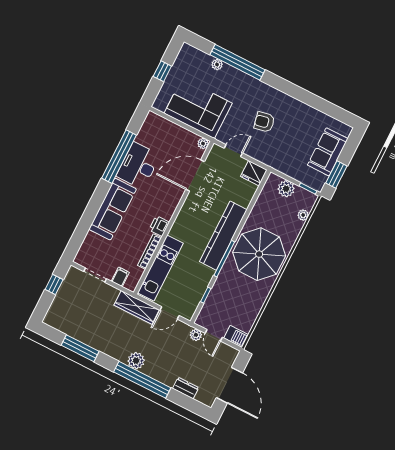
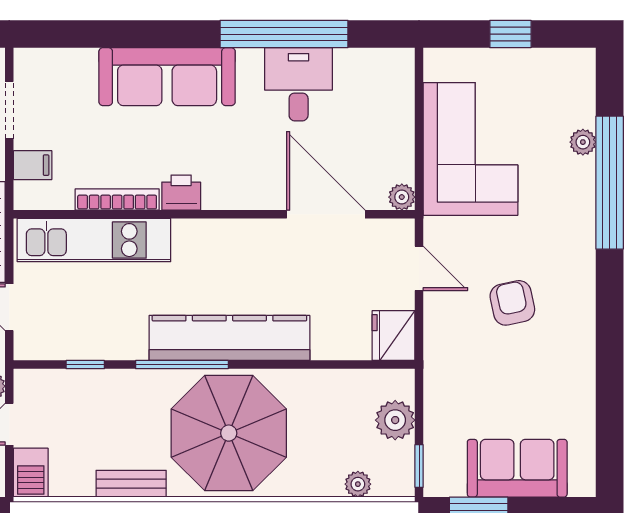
desk: (138, 166) -> (299, 84), width x0.73
bench: (260, 301) -> (131, 484), added

